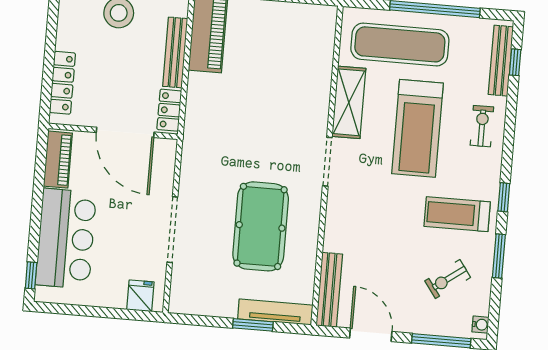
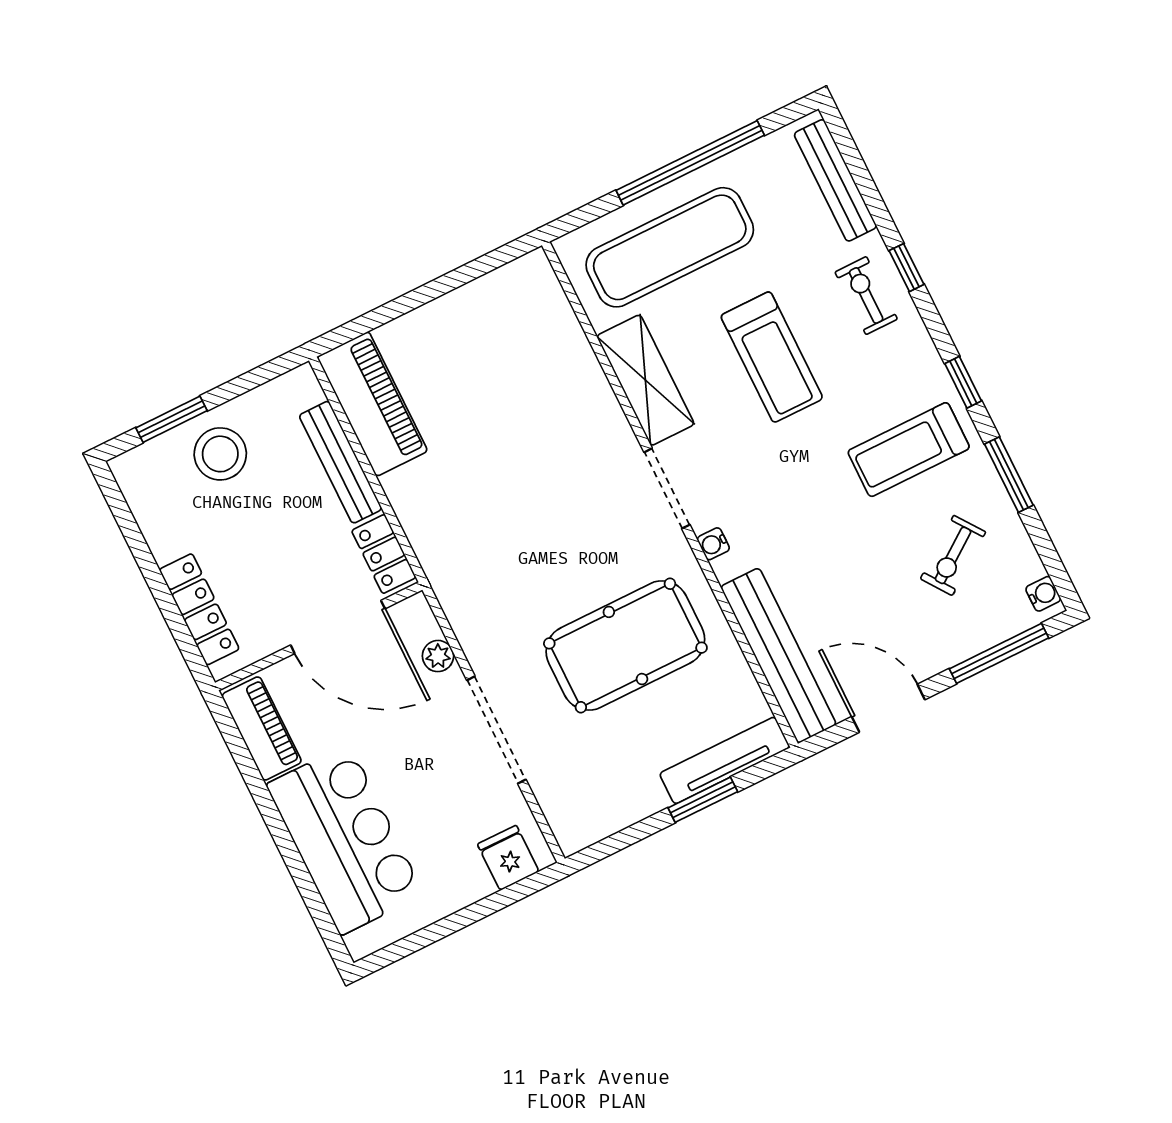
window: (515, 62) -> (907, 268), moved
treadmill: (417, 128) -> (772, 357), width x0.73, depth x0.73
plant: (166, 176) -> (438, 656), added
water cooler: (334, 203) -> (713, 544), added
pool table: (261, 226) -> (625, 645), turned 90
window: (31, 275) -> (326, 926), removed
bench: (329, 290) -> (778, 656), width x1.37, depth x1.21

